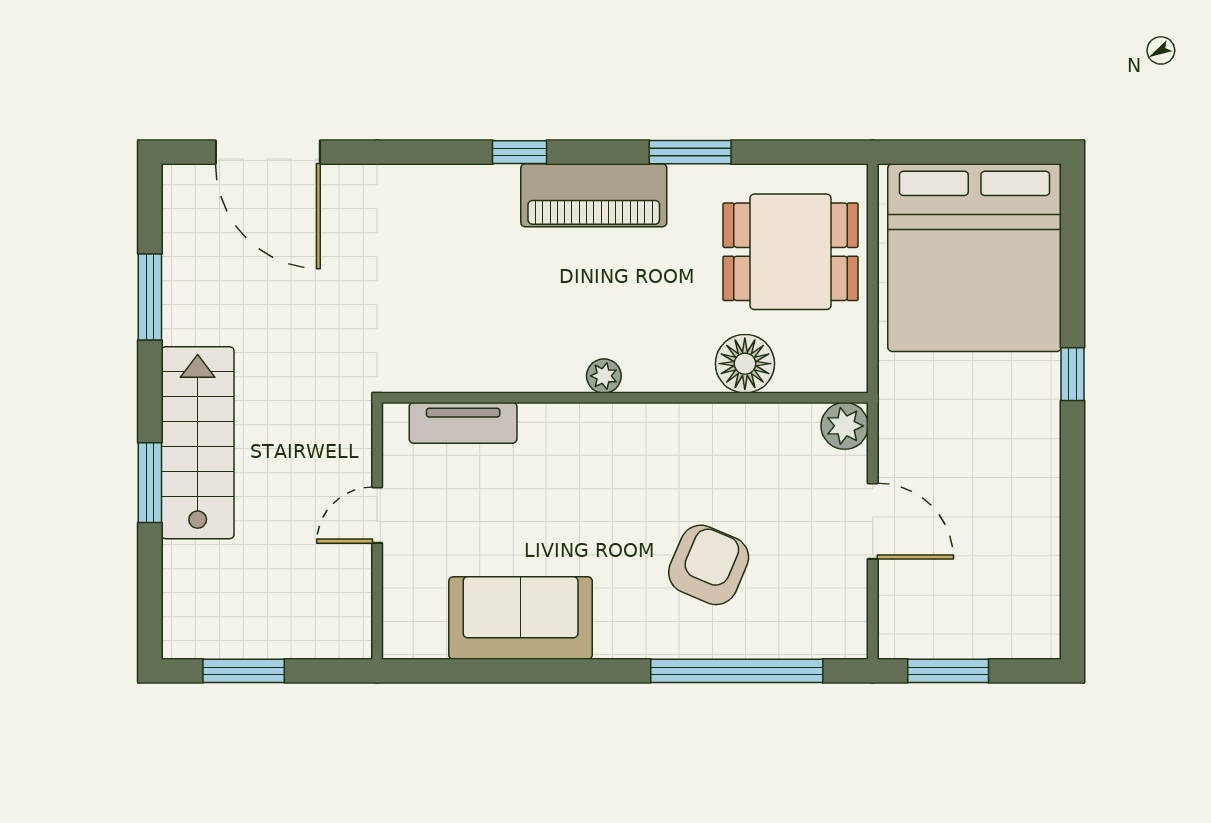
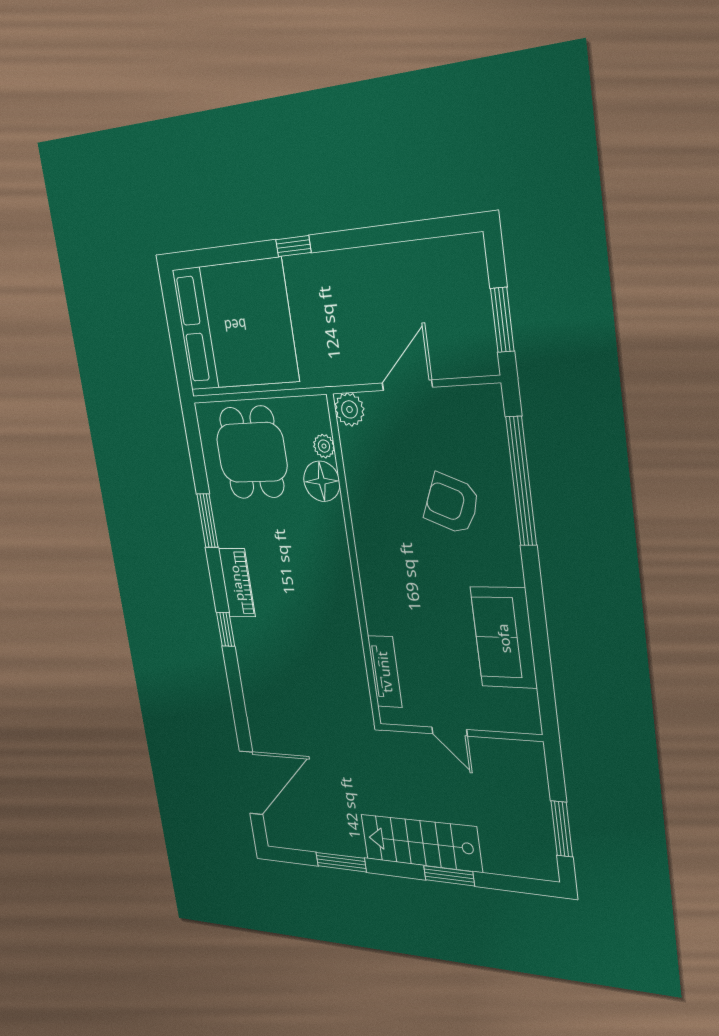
piano: (594, 195) -> (237, 583), width x0.73, depth x0.75
plant: (604, 376) -> (324, 446), moved

